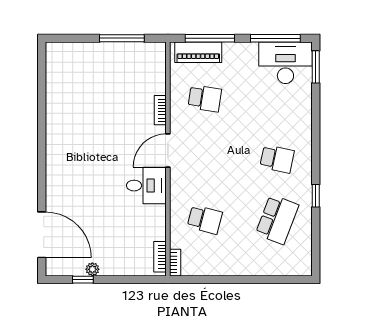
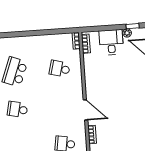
door: (168, 151) -> (85, 110), hinge flipped
desk: (146, 186) -> (111, 42), moved, turned 90

